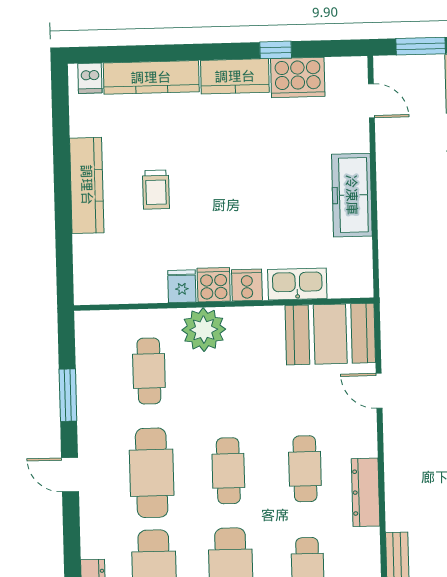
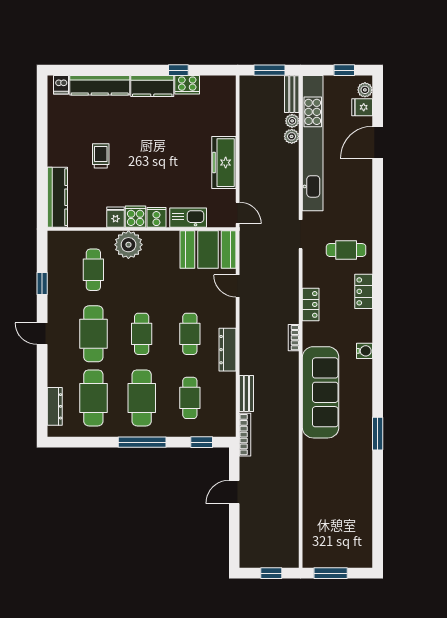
cooker: (298, 77) -> (187, 85), width x0.73, depth x0.76
door: (371, 101) -> (238, 213), moved
kitchen counter: (87, 185) -> (57, 197), moved
trolley: (156, 190) -> (101, 156), turned 180
window: (68, 395) -> (42, 284), width x0.67

